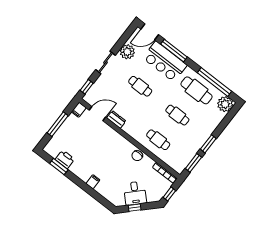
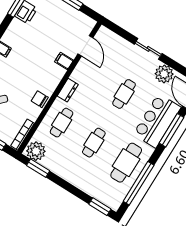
window: (87, 87) -> (117, 29), removed
plant: (225, 104) -> (36, 151), moved
filing cabinet: (79, 110) -> (64, 61), moved
dresser: (116, 119) -> (68, 90), moved
window: (208, 144) -> (100, 207), moved

